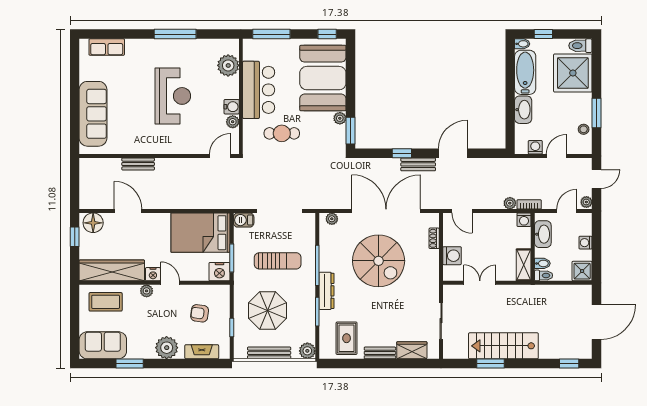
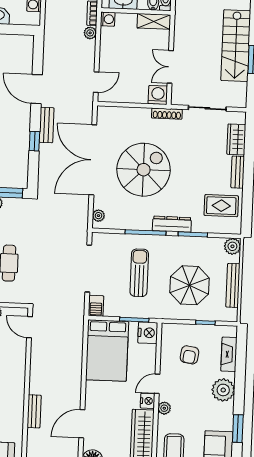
shoe rack: (434, 238) -> (167, 114), moved, width x1.43
washing machine: (452, 256) -> (158, 95), moved

